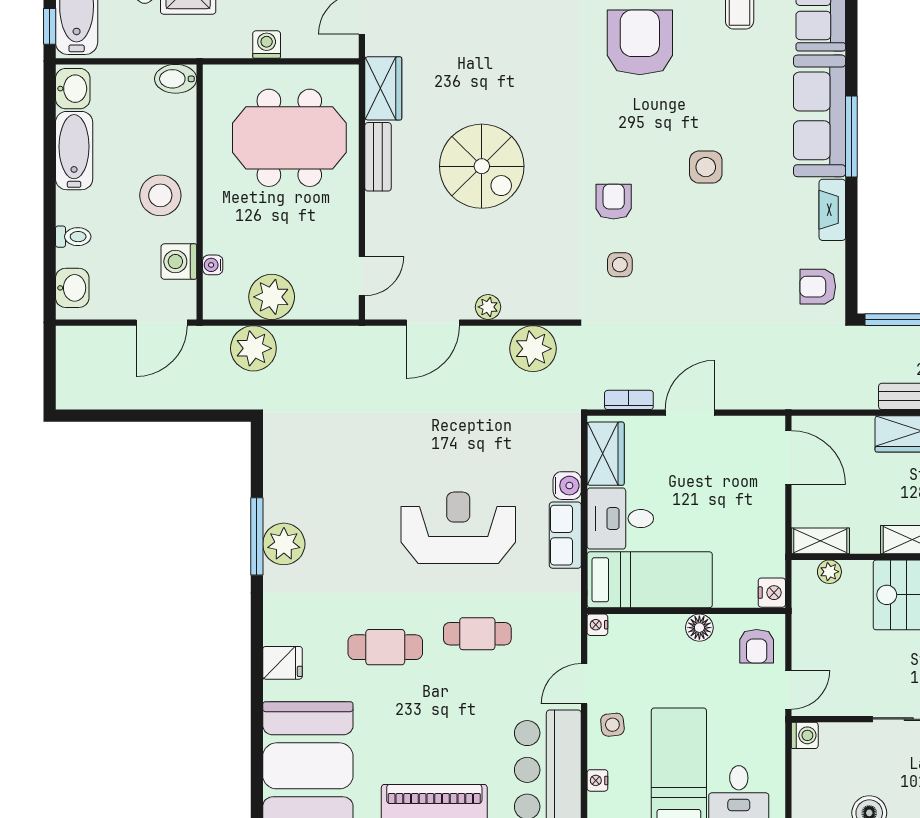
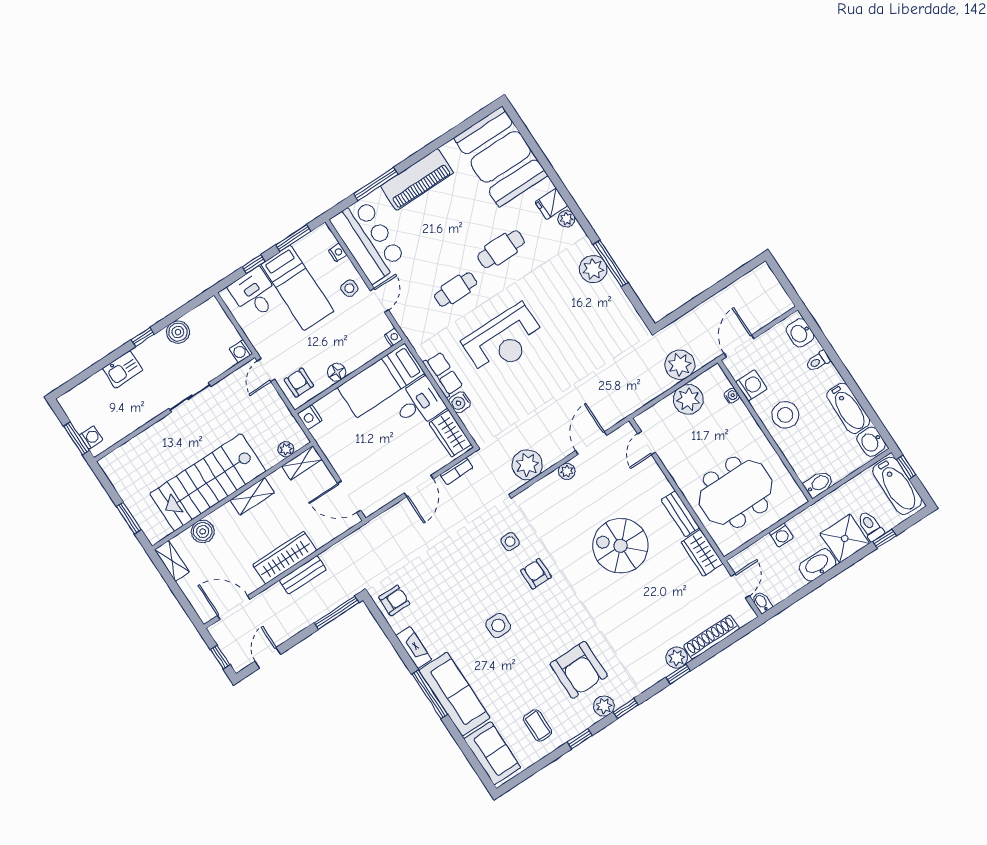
armchair: (614, 202) -> (536, 574), turned 180
plant: (276, 631) -> (566, 219), added

